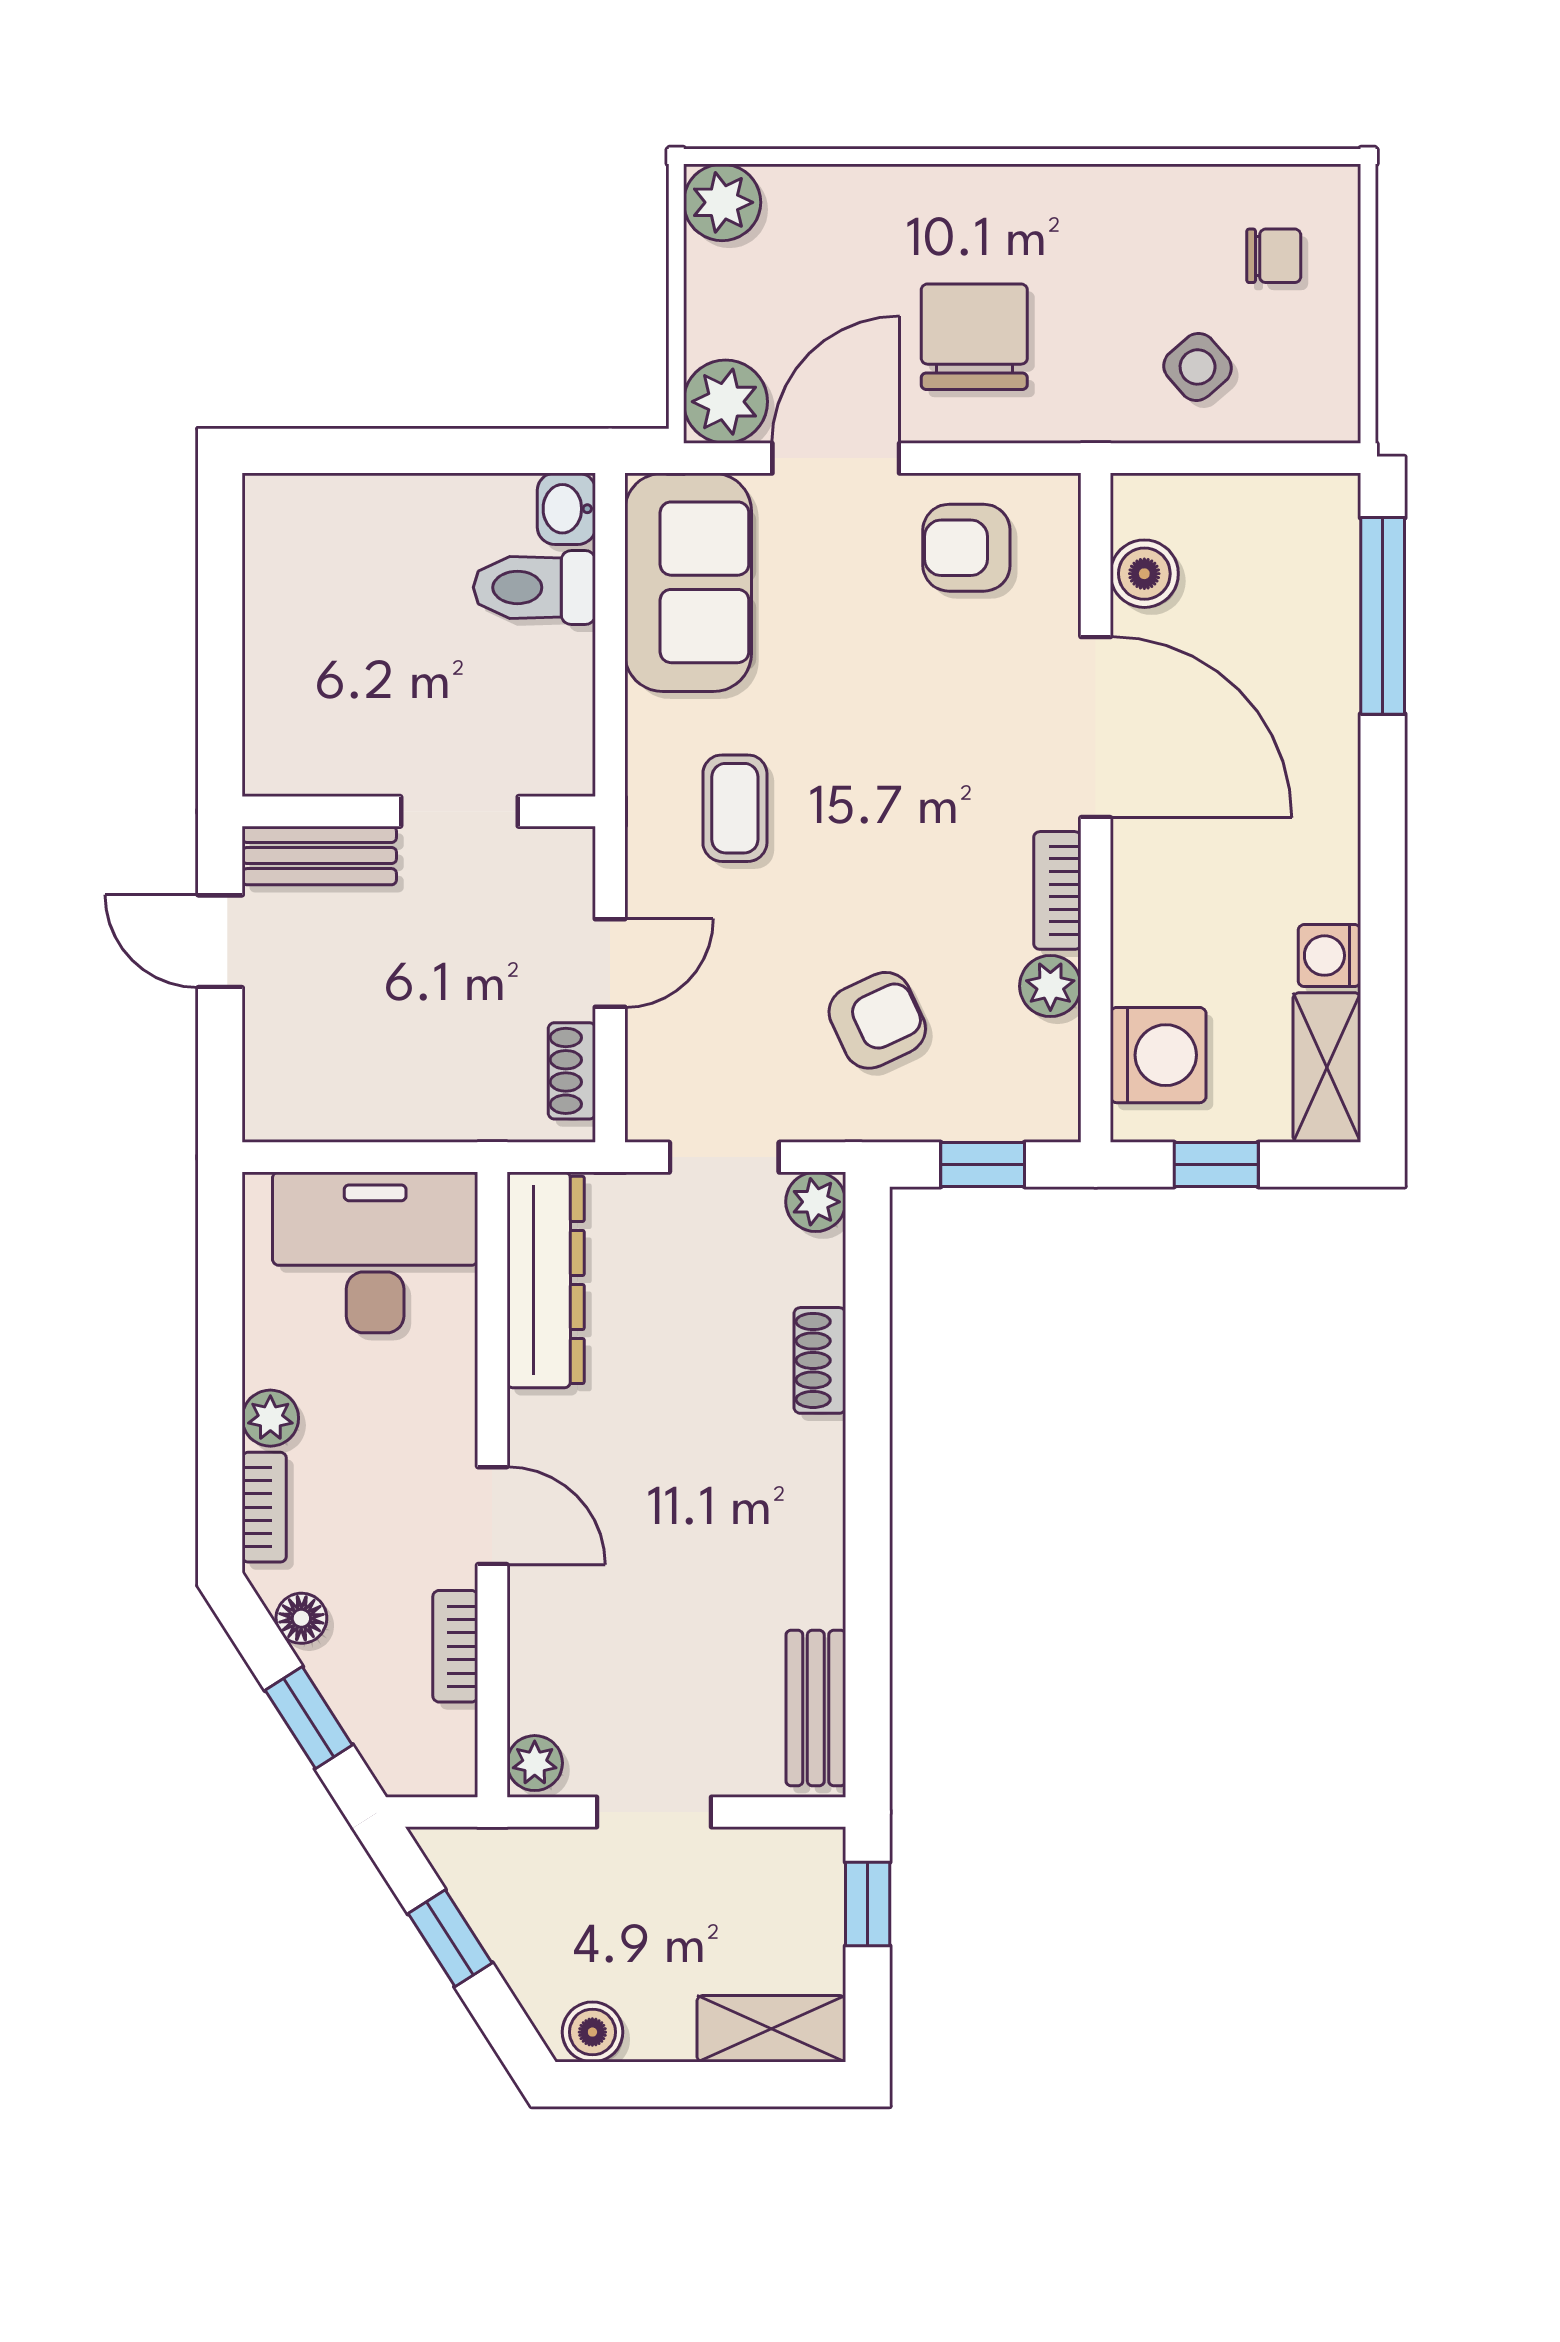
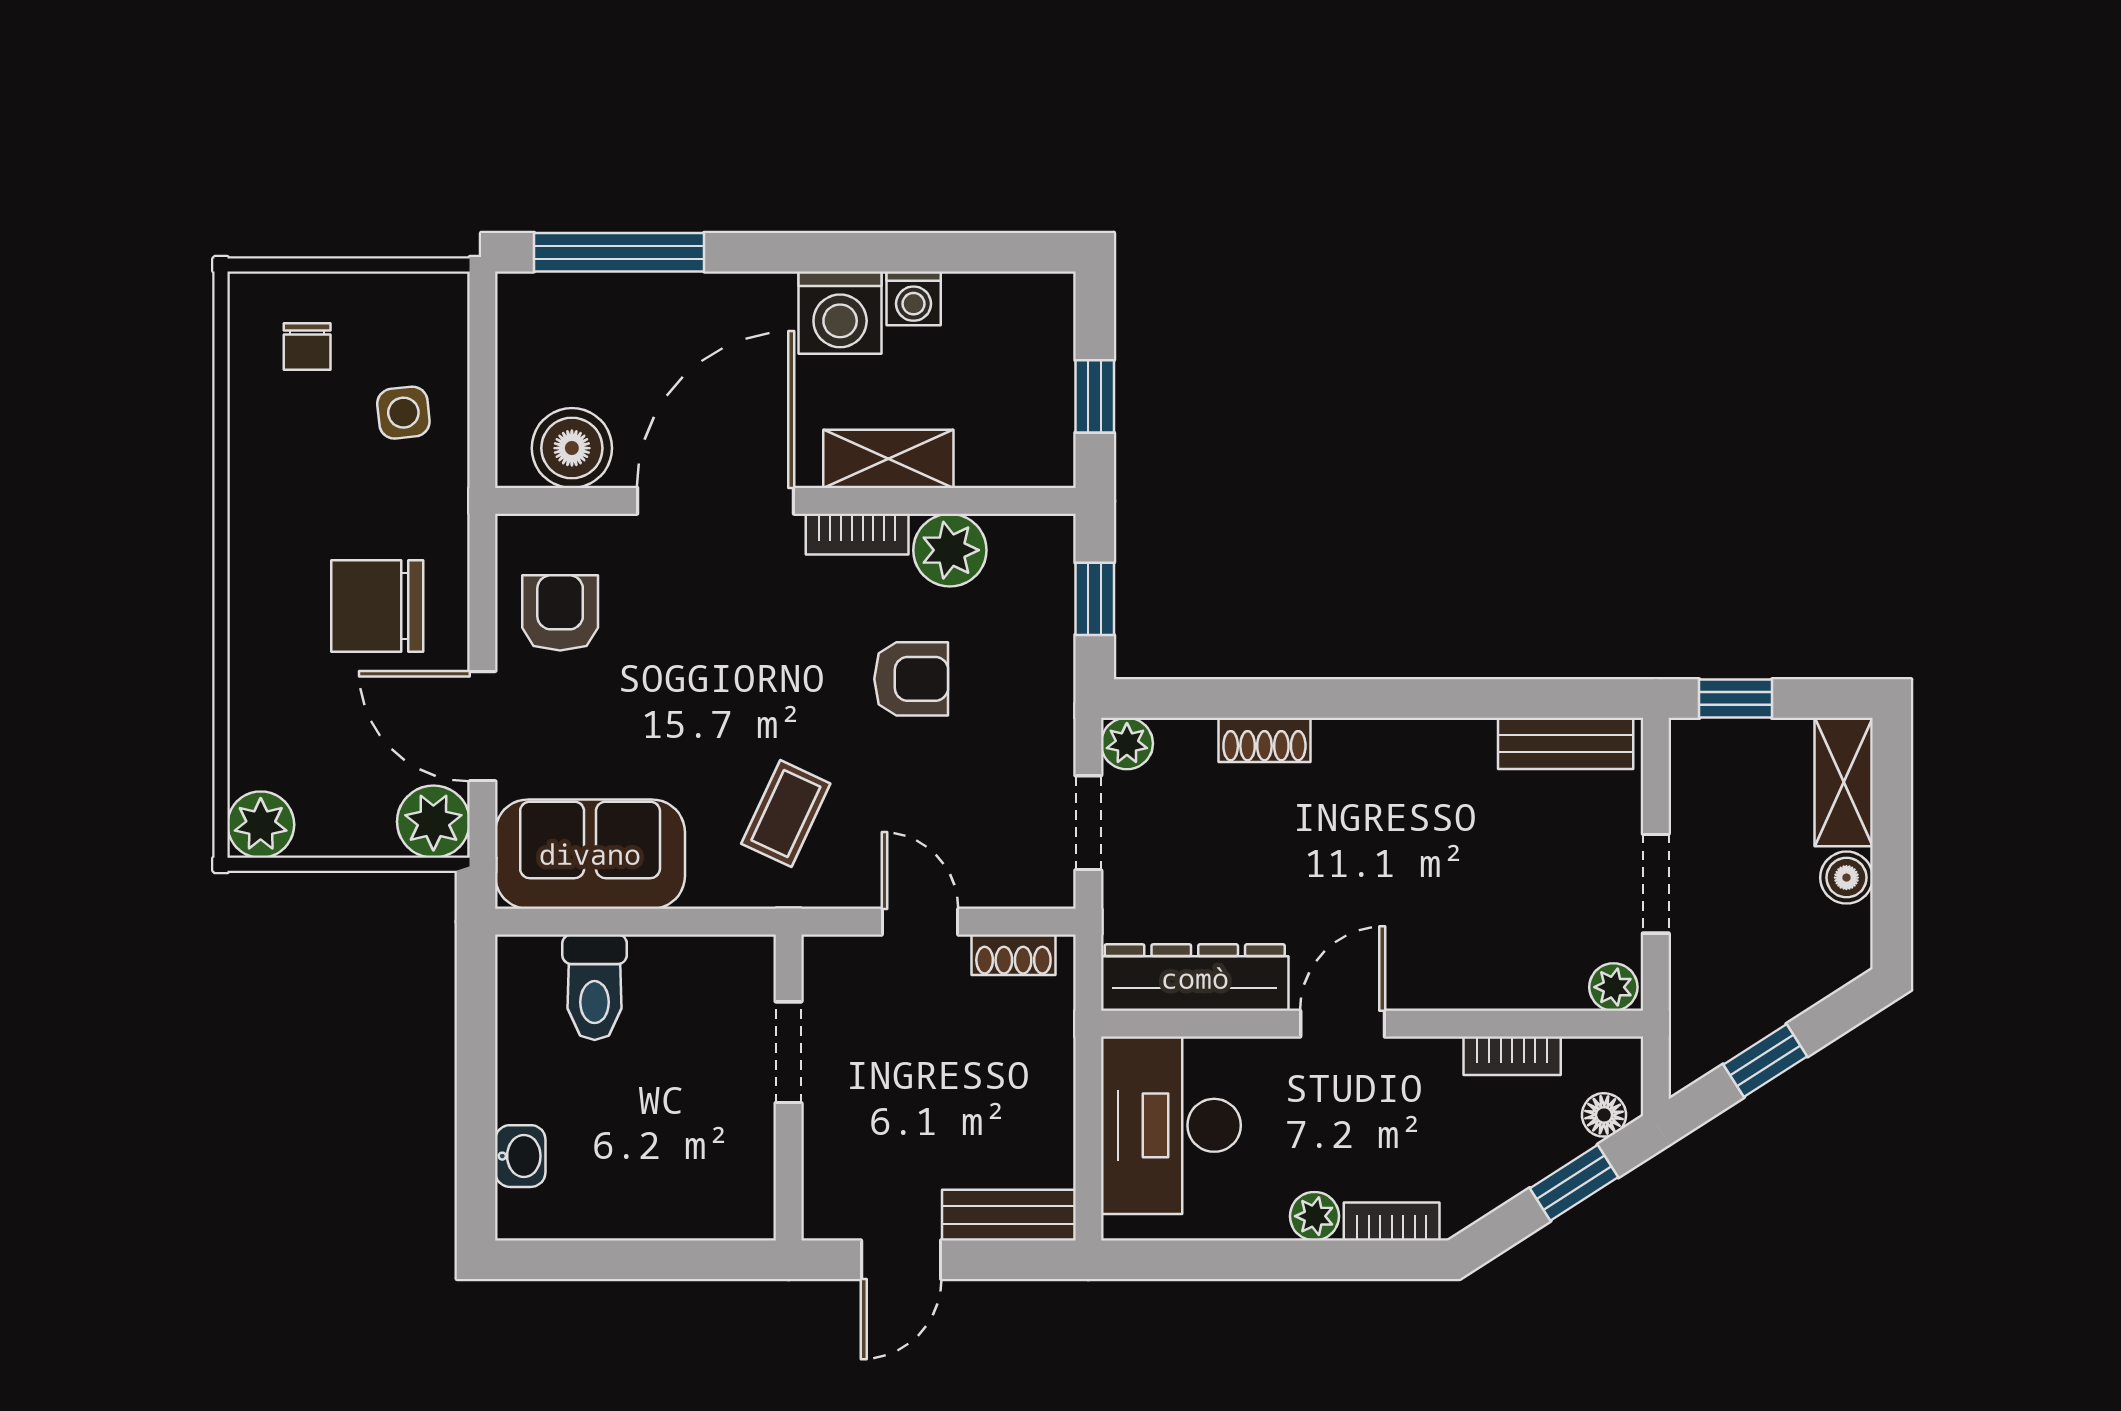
chair: (1274, 256) -> (307, 347), turned 180
side table: (1198, 367) -> (403, 413), turned 35
washbasin: (566, 509) -> (520, 1156), moved, turned -90
armchair: (966, 548) -> (560, 613), turned 180
boiler: (1144, 574) -> (572, 448), width x1.36, depth x1.36
coffee table: (735, 808) -> (786, 814), turned -65
bench: (319, 856) -> (1009, 1215), moved, turned 90
plant: (1050, 986) -> (950, 550), width x1.38, depth x1.38
armchair: (877, 1020) -> (911, 679), moved, turned 115
washing machine: (1158, 1055) -> (840, 313), moved, turned 180
shelving: (1327, 1068) -> (888, 459), moved
door: (492, 1516) -> (1343, 1024), moved
floor lamp: (301, 1618) -> (1604, 1115), moved
boiler: (592, 2032) -> (1846, 878), moved

